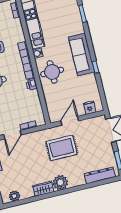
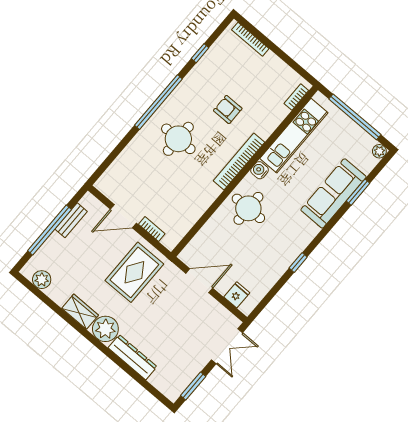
sofa: (81, 54) -> (333, 193), moved
printer: (32, 84) -> (211, 193), removed
rug: (62, 148) -> (134, 272), moved, turned 90
dresser: (100, 175) -> (133, 357), moved

